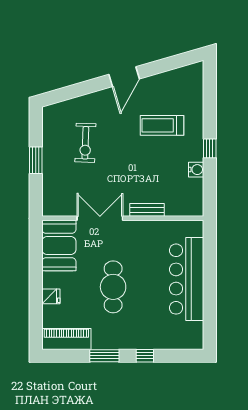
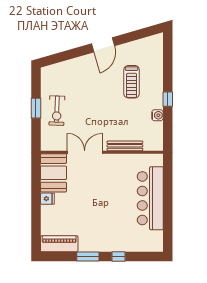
treadmill: (162, 125) -> (132, 82), turned -90
exercise bike: (85, 143) -> (57, 111), moved
bench: (147, 210) -> (125, 146), width x1.36
cafe table: (113, 287) -> (95, 204), removed
fridge: (51, 296) -> (47, 199), moved

